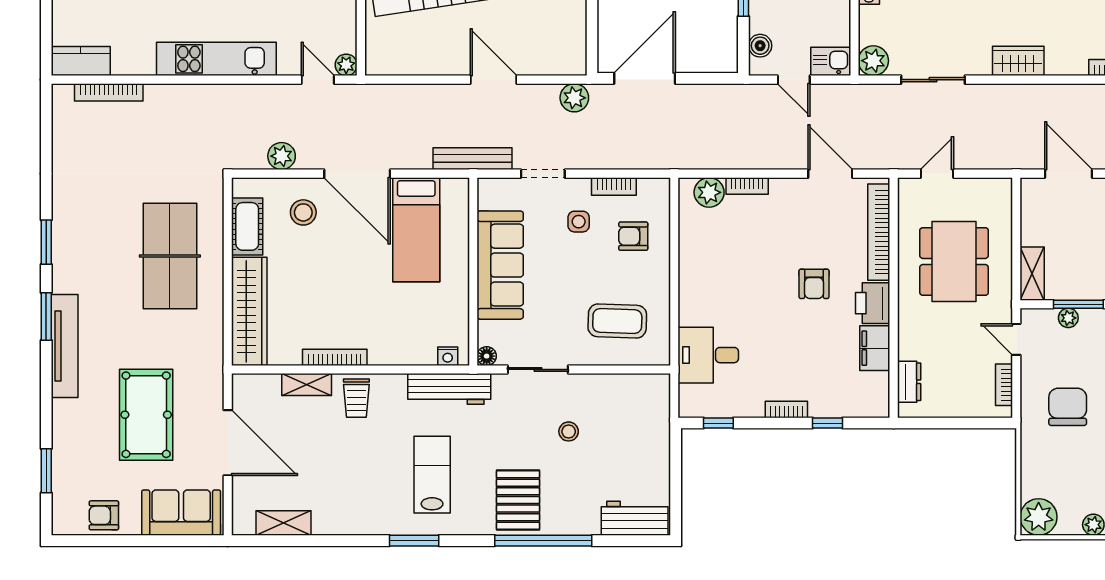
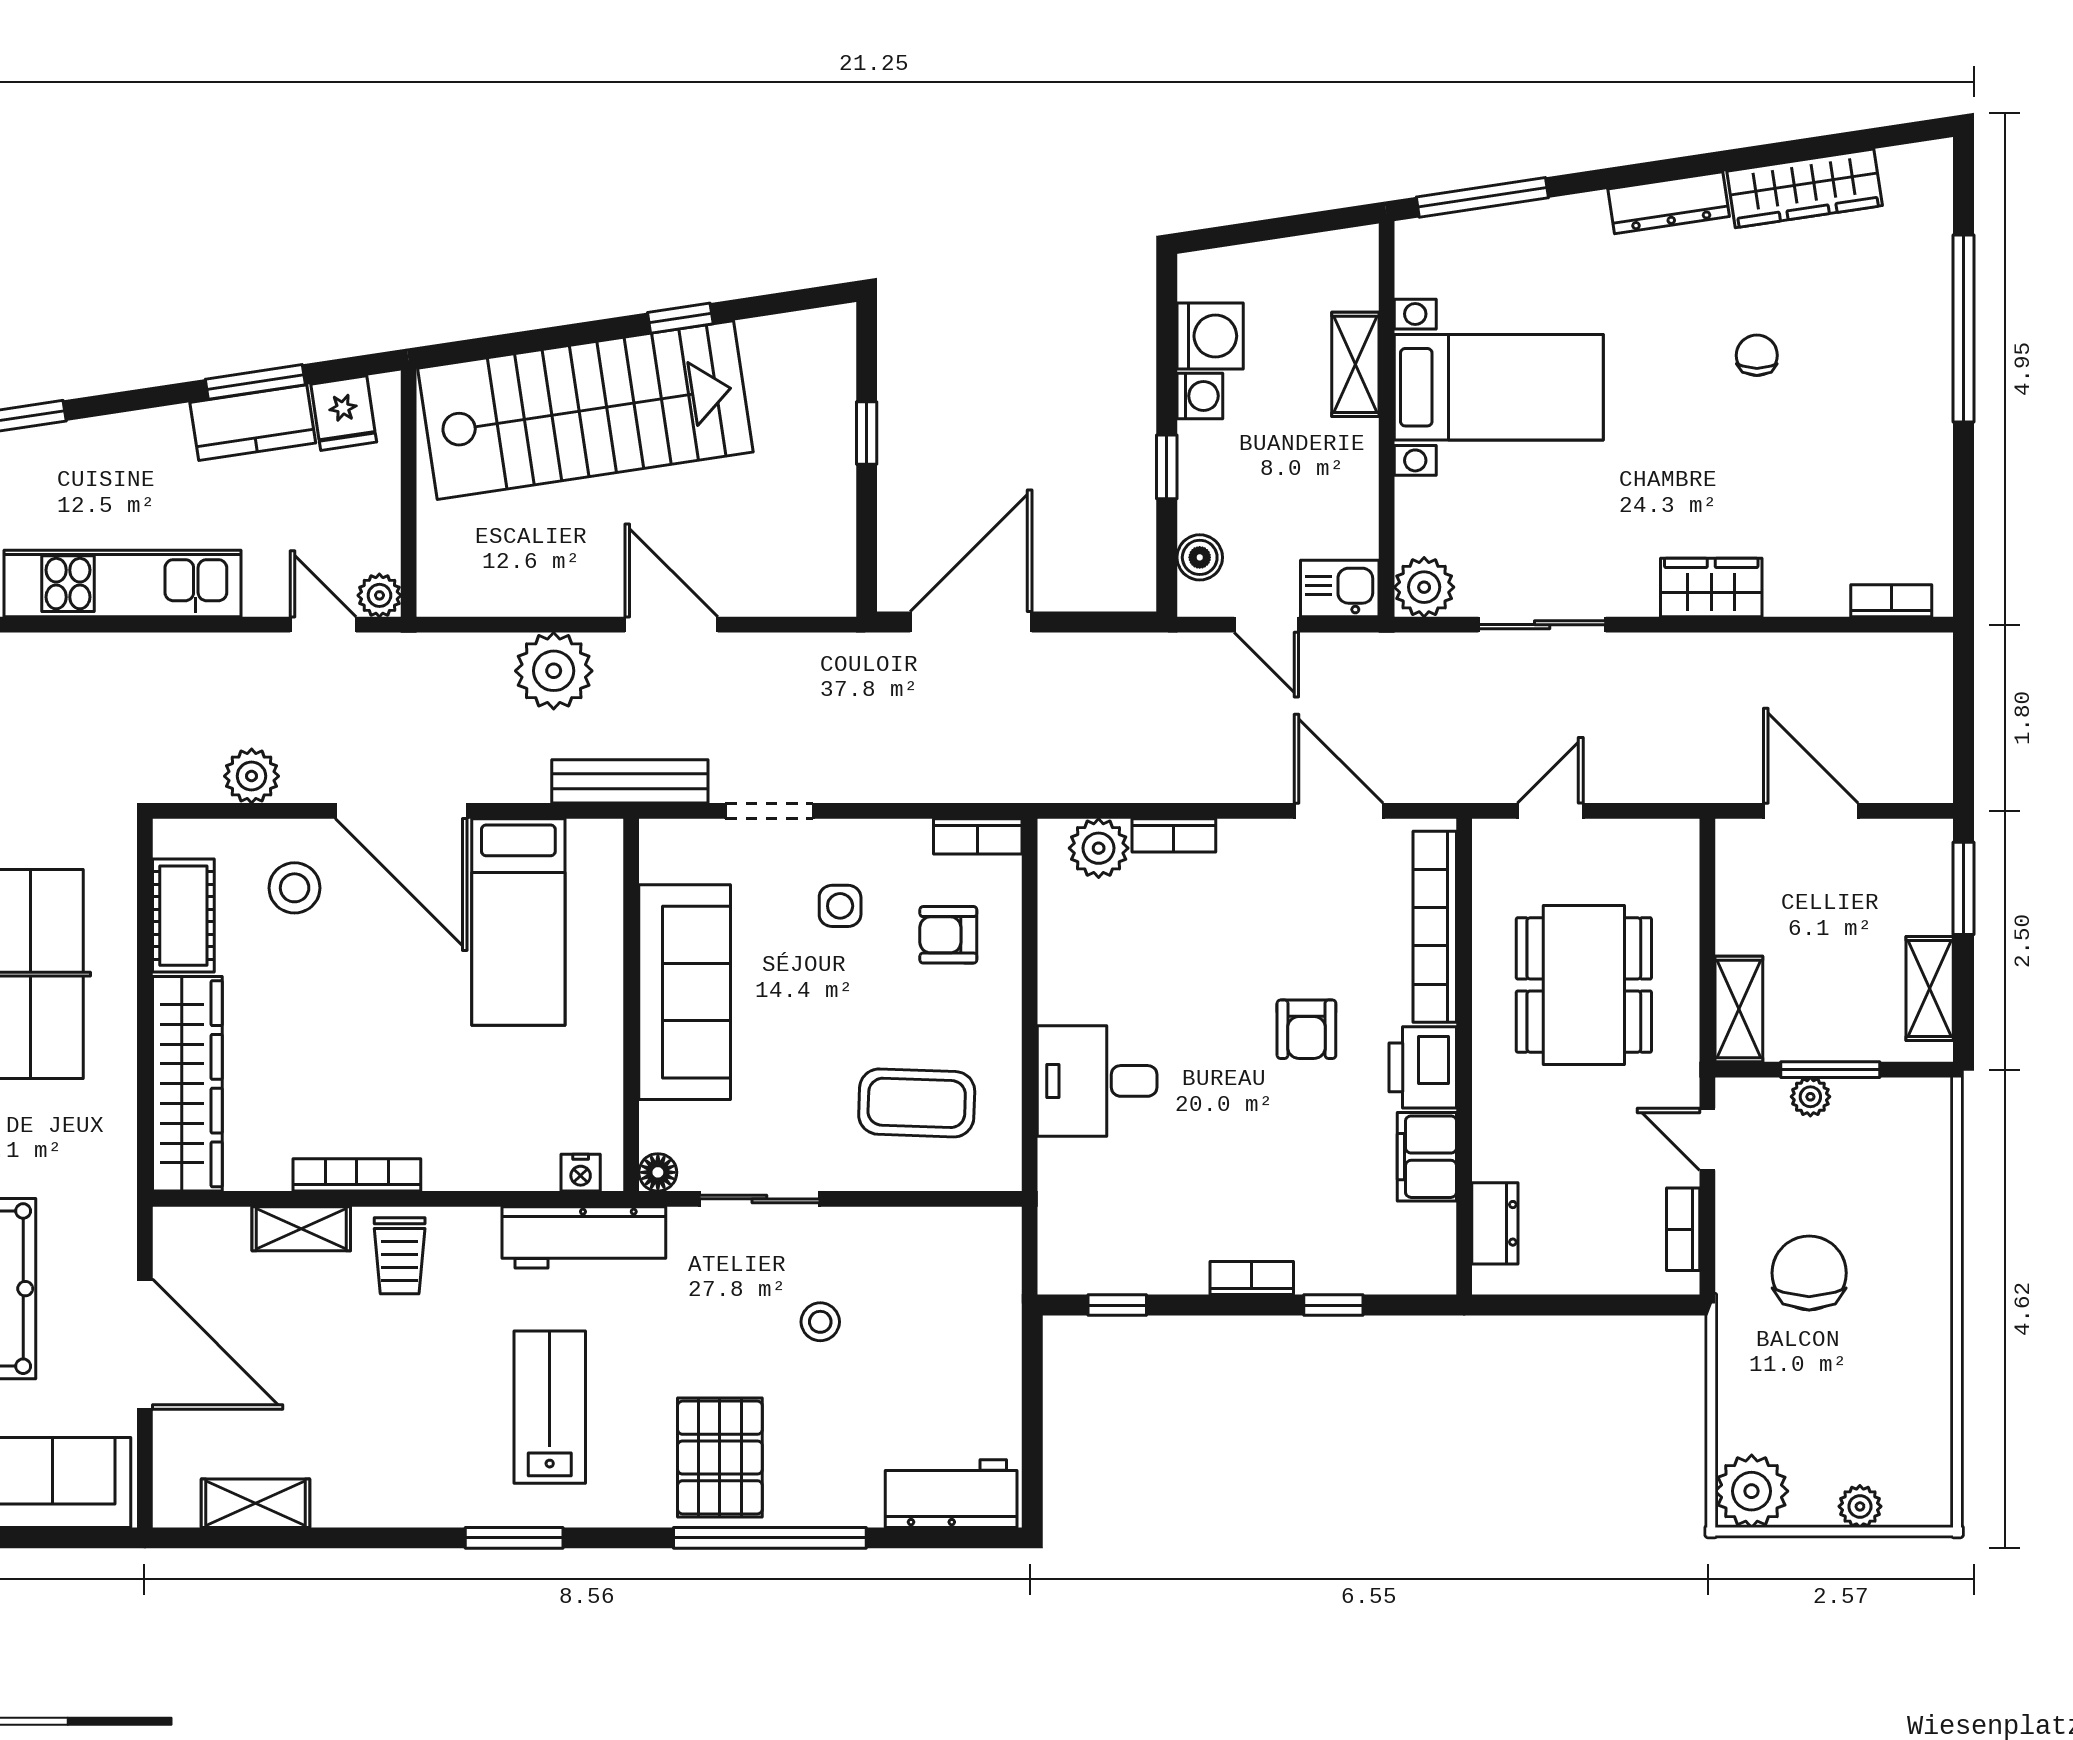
plant: (574, 98) -> (554, 671), moved, width x1.36, depth x1.36
bookcase: (614, 186) -> (978, 836), moved
desk: (708, 355) -> (1097, 1081), moved

